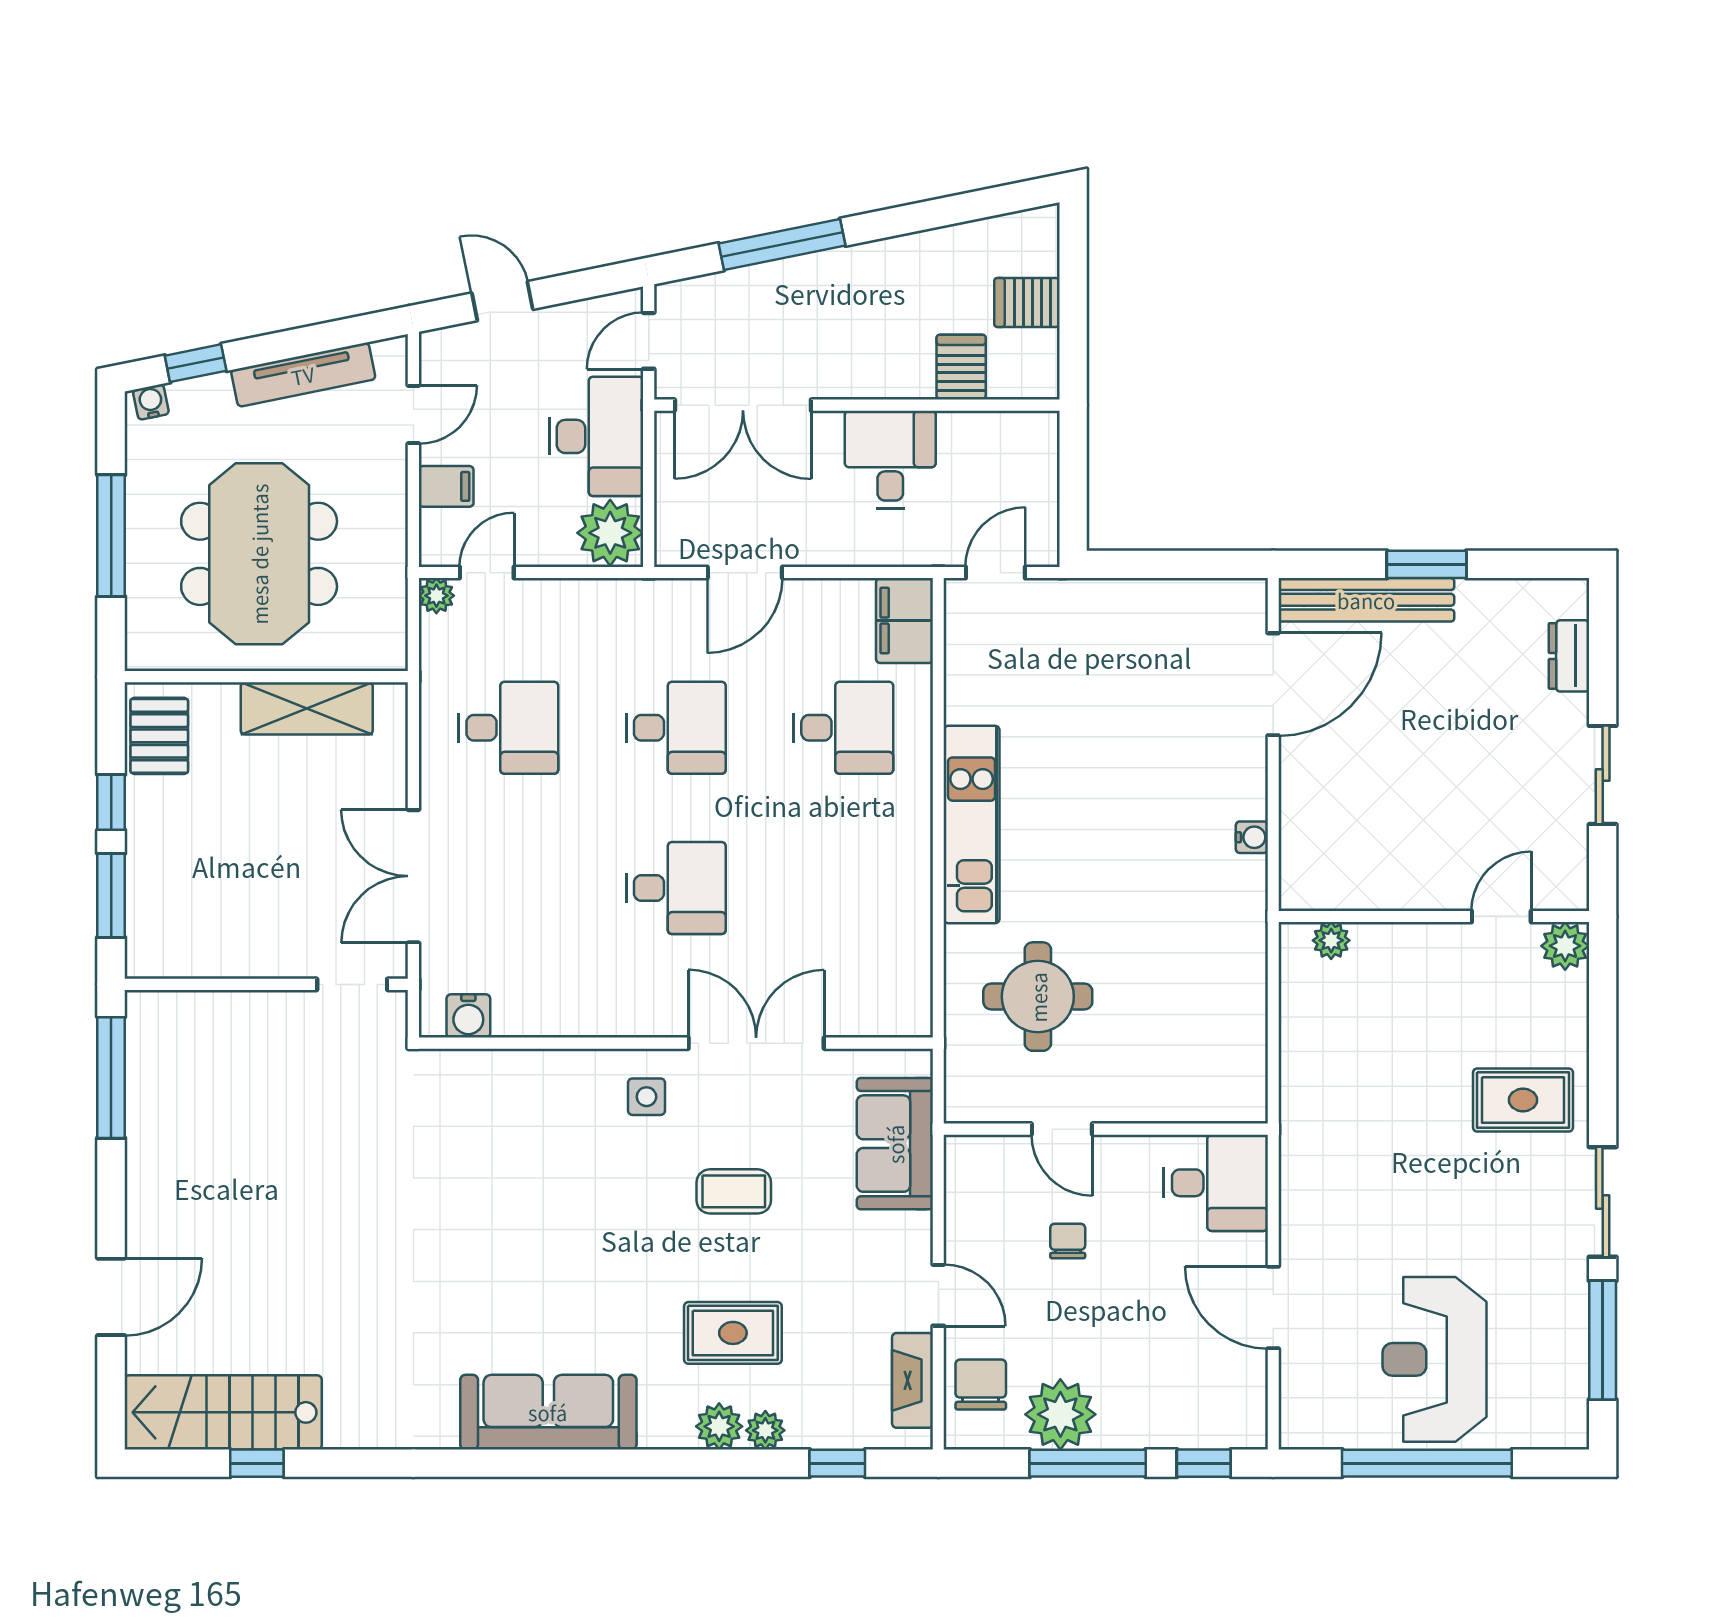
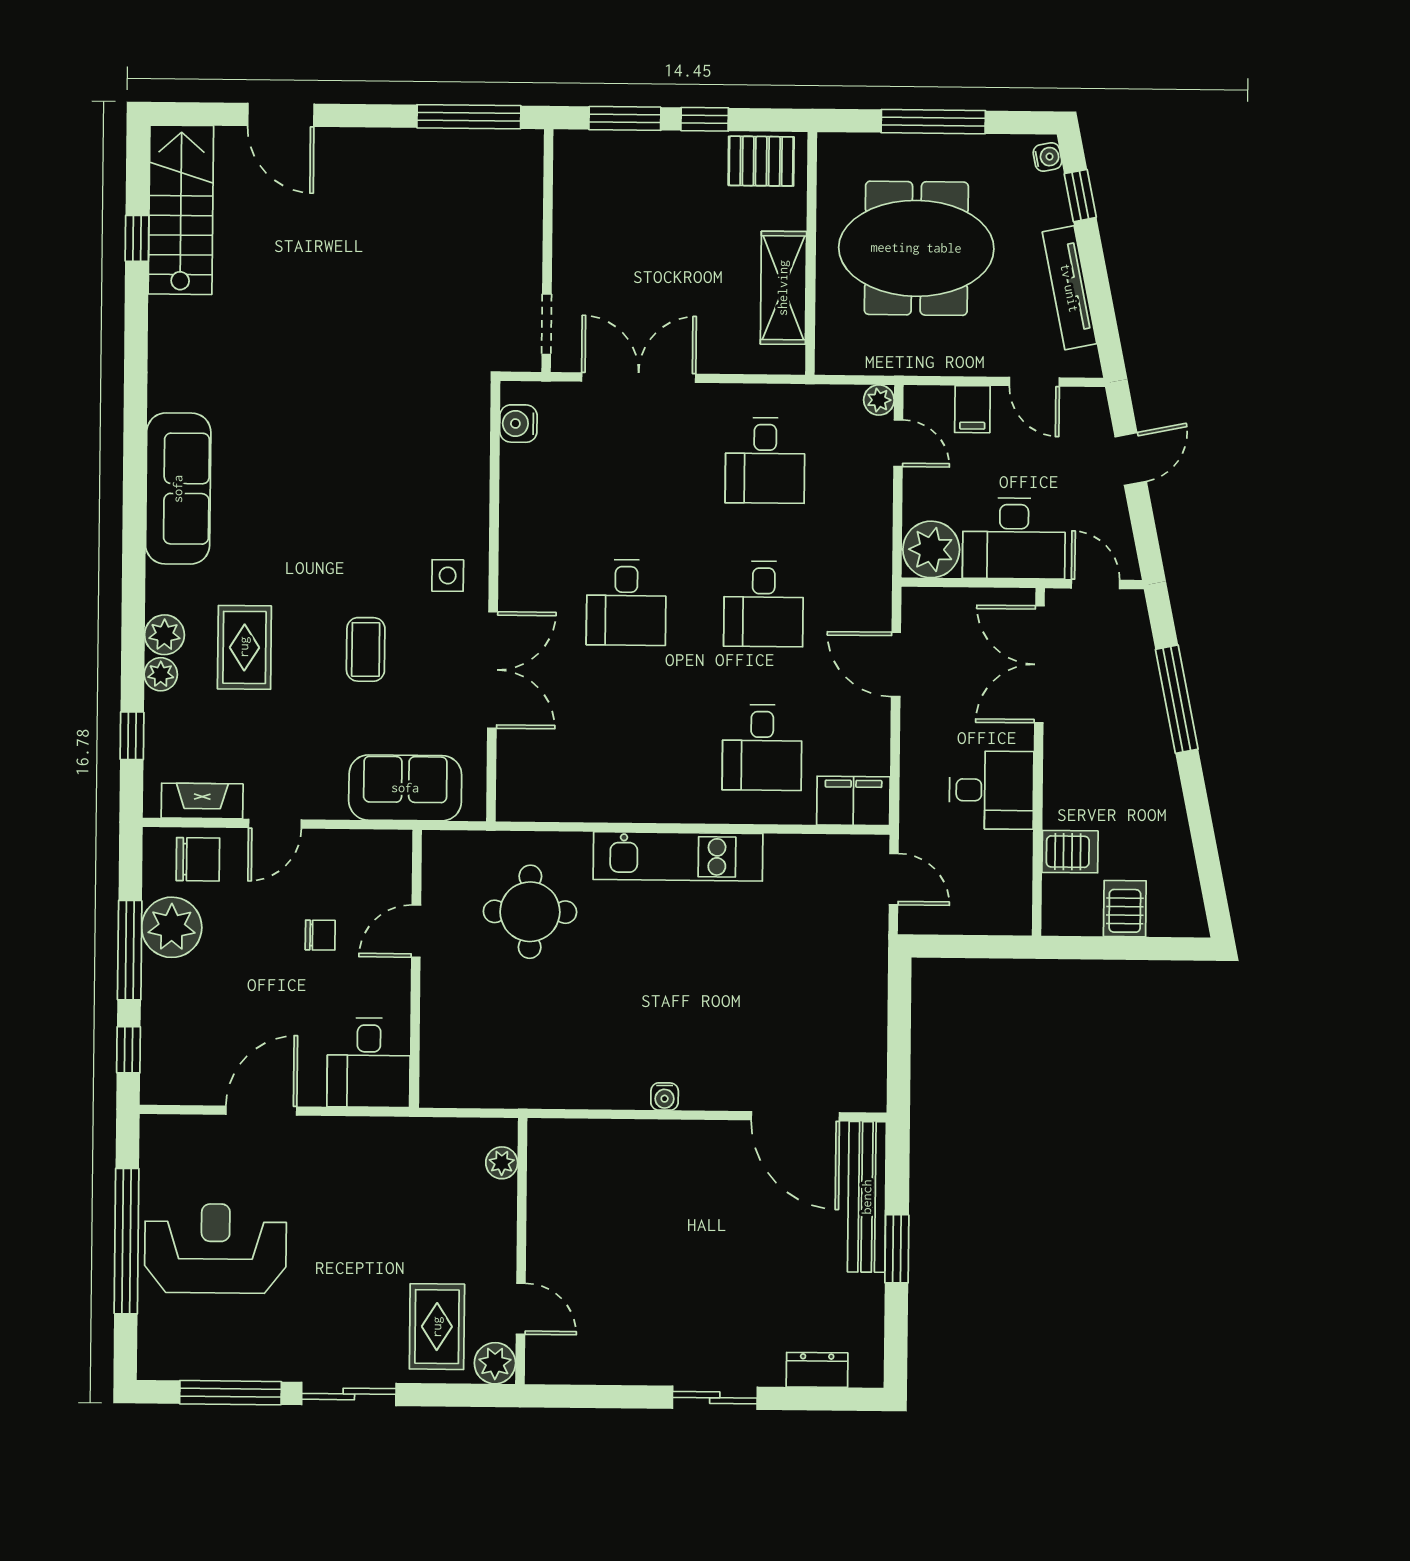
wall: (1434, 916) -> (521, 1251), moved
door: (1501, 916) -> (521, 1309), moved
plant: (1331, 940) -> (502, 1163), moved
plant: (1565, 946) -> (495, 1363), moved

